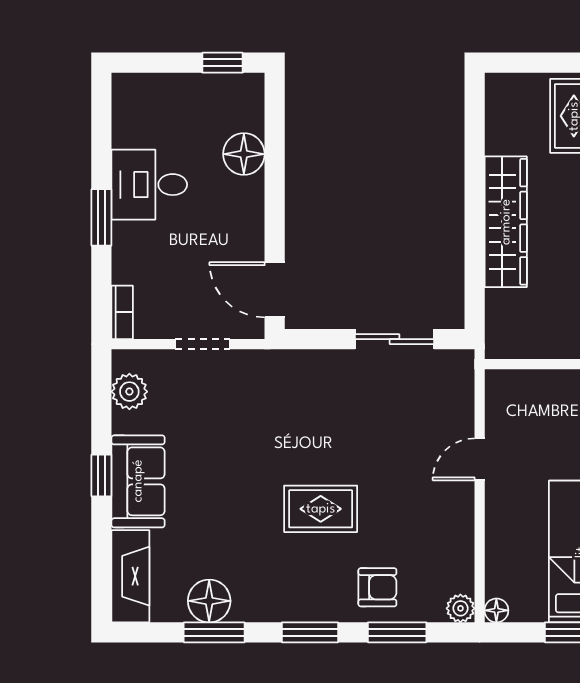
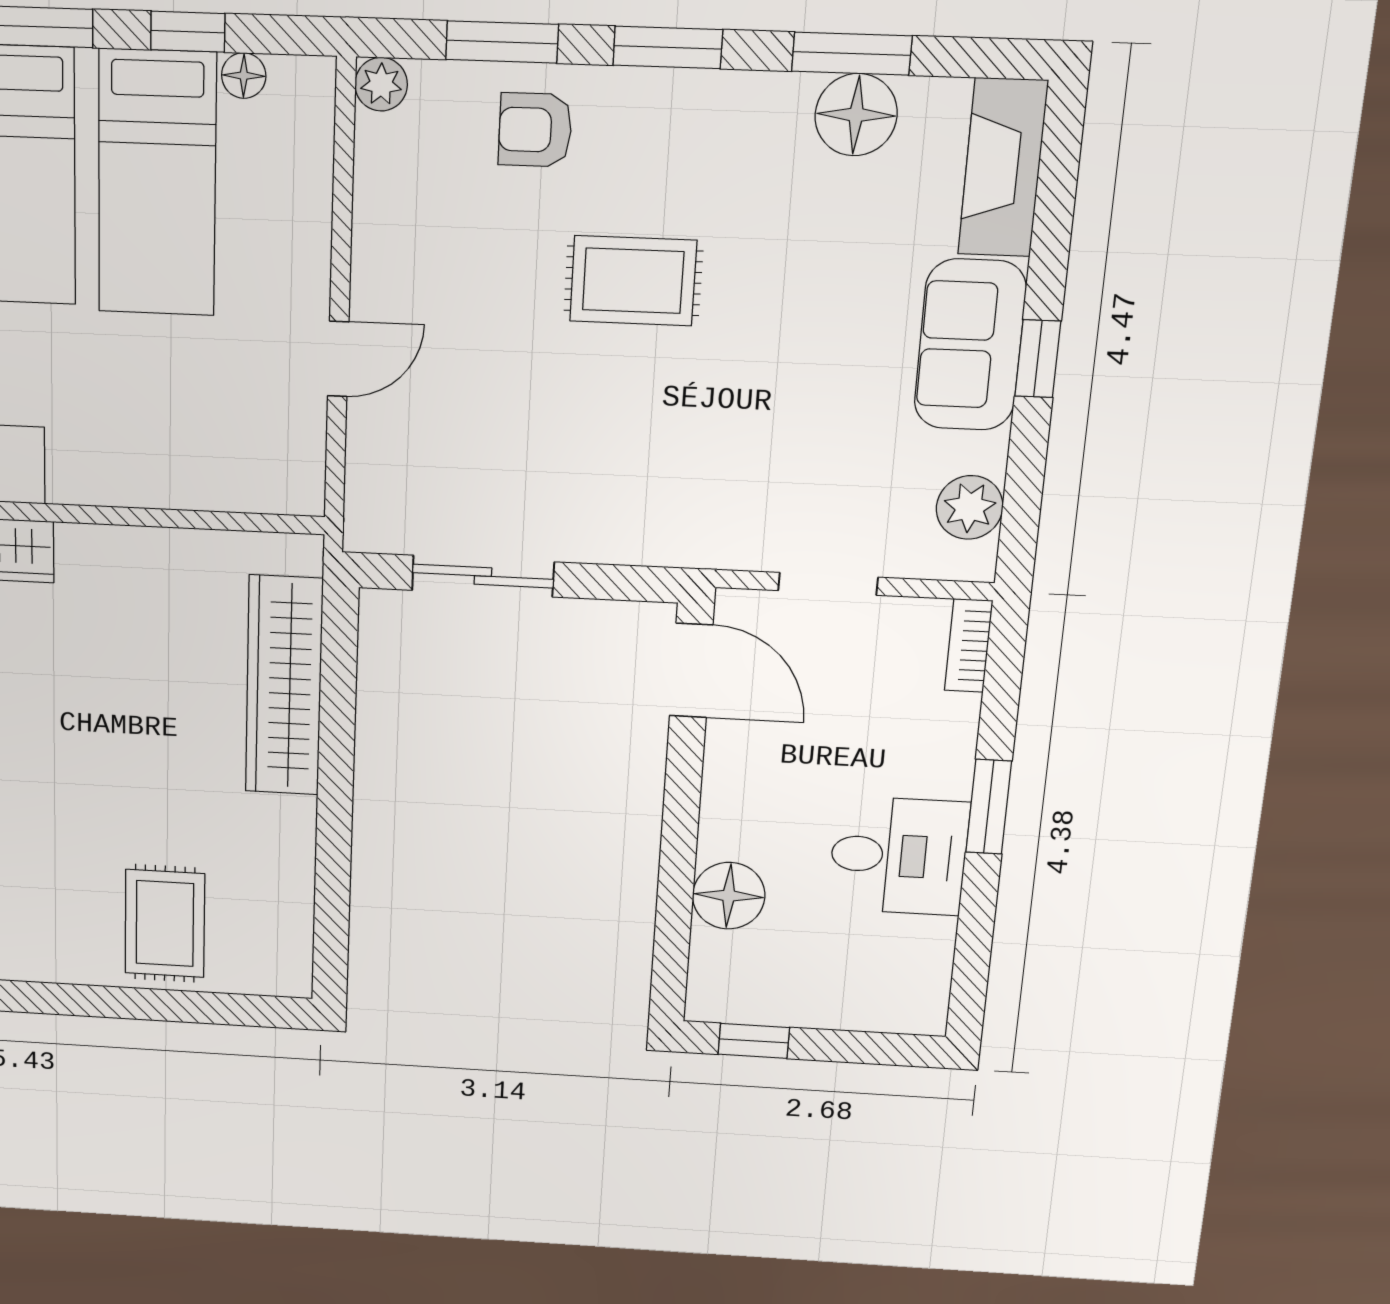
wardrobe: (506, 222) -> (284, 686), moved
floor lamp: (496, 610) -> (244, 76), moved

